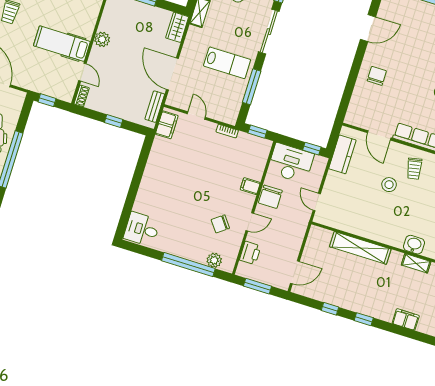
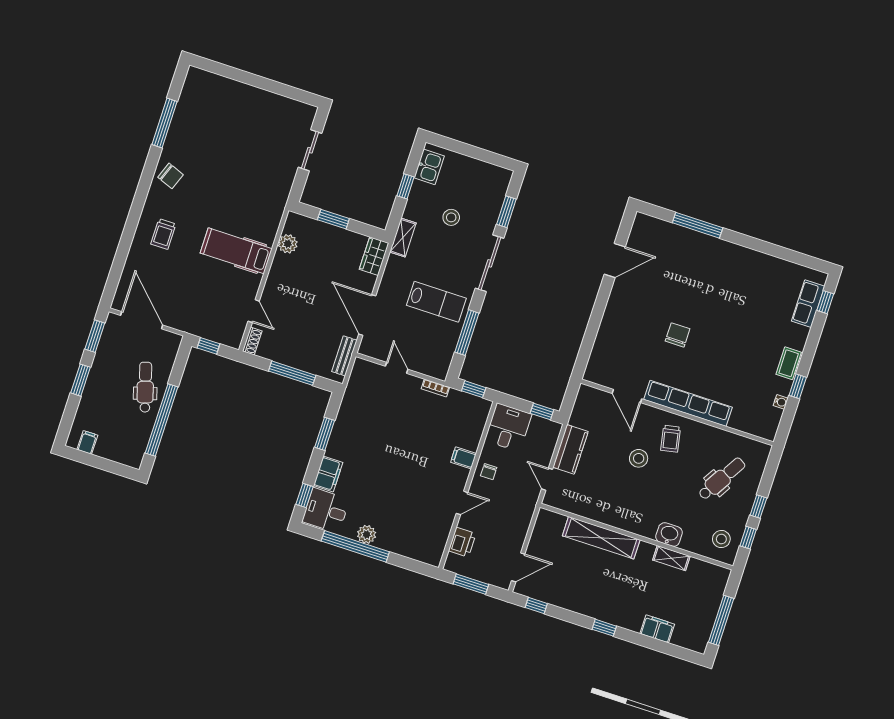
plant: (102, 39) -> (288, 244), moved
hospital bed: (62, 44) -> (236, 251), moved
chair: (377, 76) -> (678, 335), moved
window: (114, 121) -> (292, 373), width x2.17
filing cabinet: (167, 125) -> (328, 474), moved
kitchen counter: (342, 154) -> (571, 449), moved
desk: (291, 163) -> (508, 427), width x0.73
window: (140, 169) -> (325, 434), added
chair: (270, 197) -> (489, 472), width x0.54, depth x0.54
window: (125, 218) -> (304, 495), added
chair: (220, 224) -> (425, 505), removed
plant: (214, 260) -> (367, 534), moved
window: (188, 265) -> (355, 546), moved
window: (330, 309) -> (536, 605), moved

